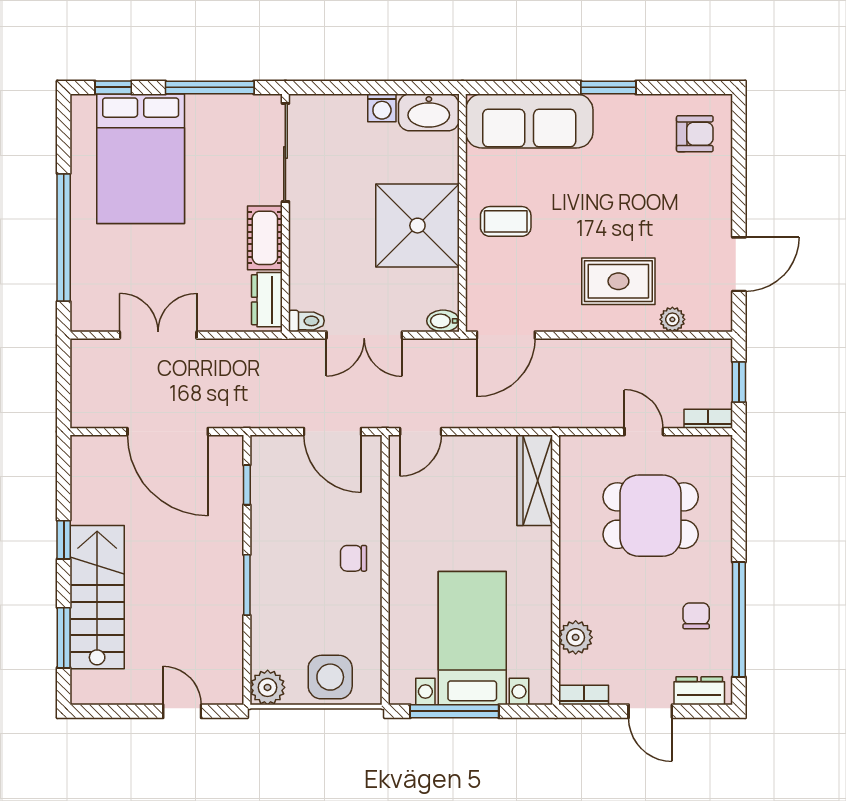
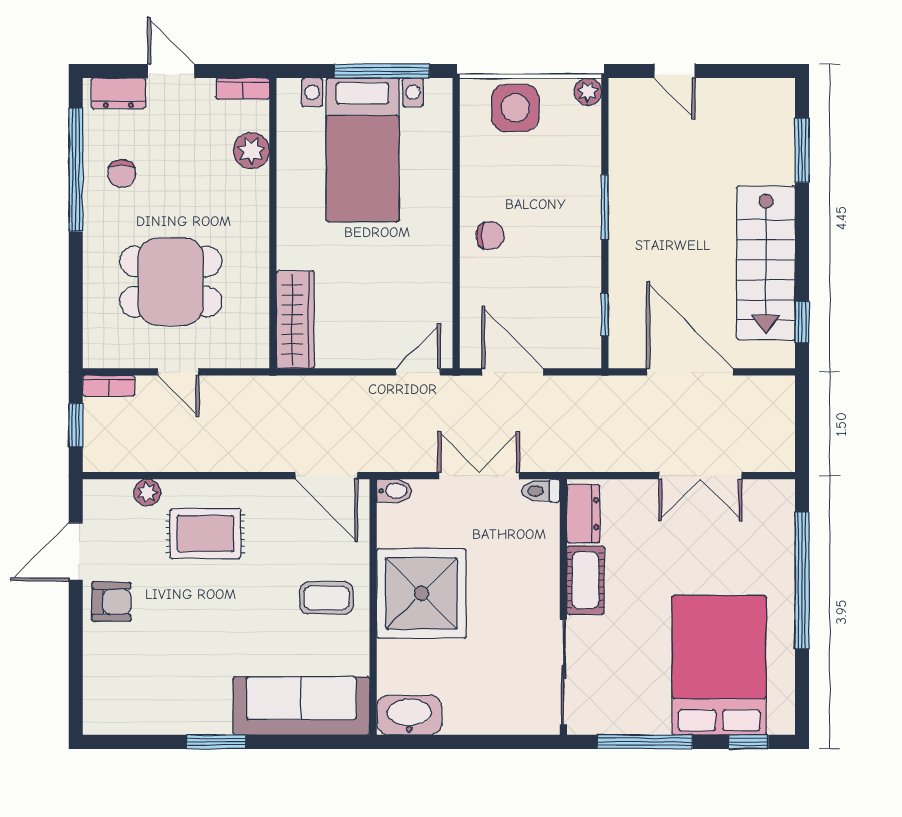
washing machine: (382, 108) -> (460, 720), removed
armchair: (695, 134) -> (111, 602), moved, turned 180
door: (506, 335) -> (326, 476), swing flipped
window: (64, 540) -> (802, 322), moved
stairs: (97, 597) -> (766, 263), moved
plant: (268, 687) -> (588, 92), width x0.73, depth x0.73

